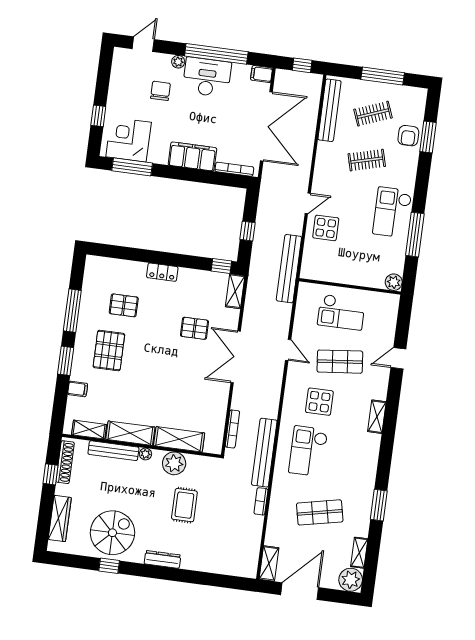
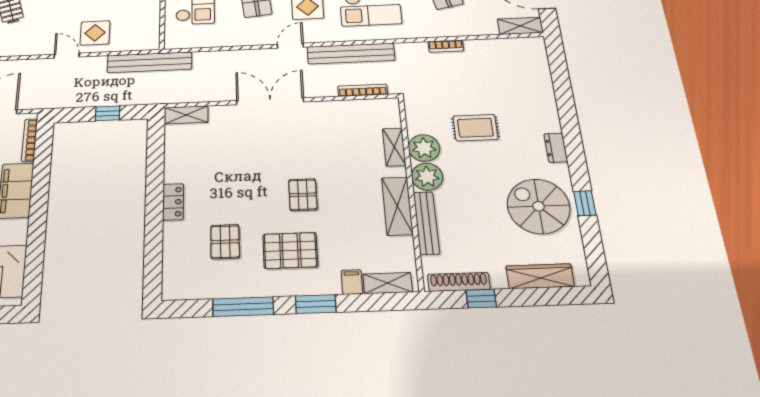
window: (132, 167) -> (34, 261), removed
window: (221, 266) -> (156, 135), removed
pallet: (195, 328) -> (303, 195), moved
door: (288, 350) -> (290, 46), moved
double door: (236, 357) -> (270, 101), swing flipped
shelving: (89, 430) -> (388, 283), moved, turned 90
shelving: (179, 439) -> (394, 147), width x0.67, depth x0.75
bench: (264, 453) -> (351, 54), moved
plant: (146, 454) -> (427, 177), width x1.88, depth x1.88
dresser: (162, 559) -> (556, 148), width x0.70

